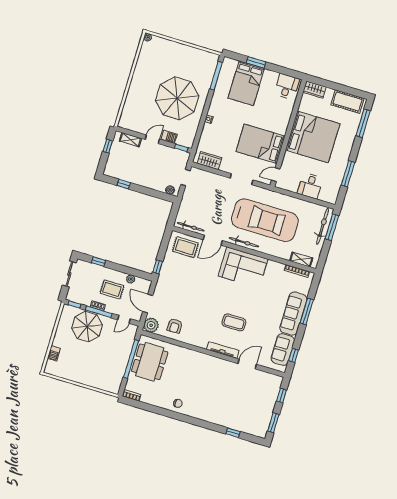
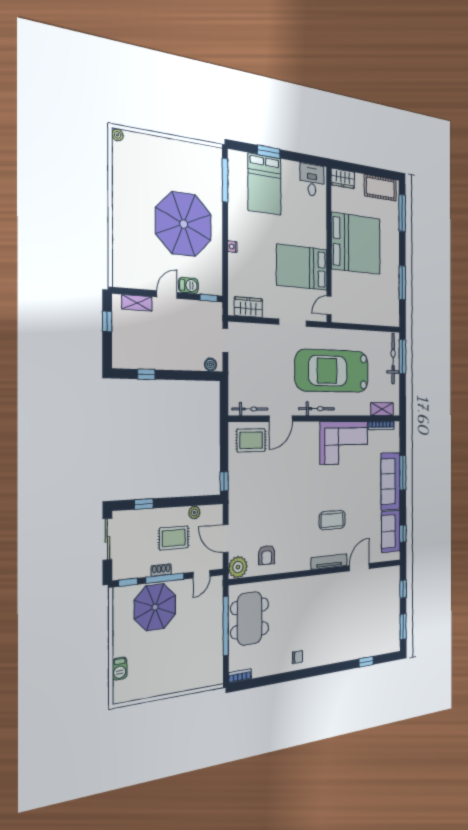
desk: (310, 186) -> (369, 310), removed
car: (265, 220) -> (332, 371), turned 180
corner sofa: (243, 268) -> (344, 443), moved

